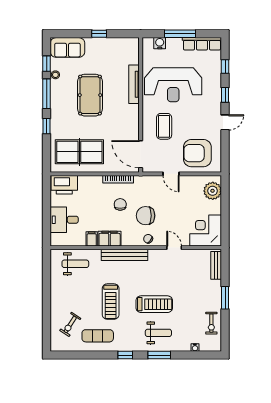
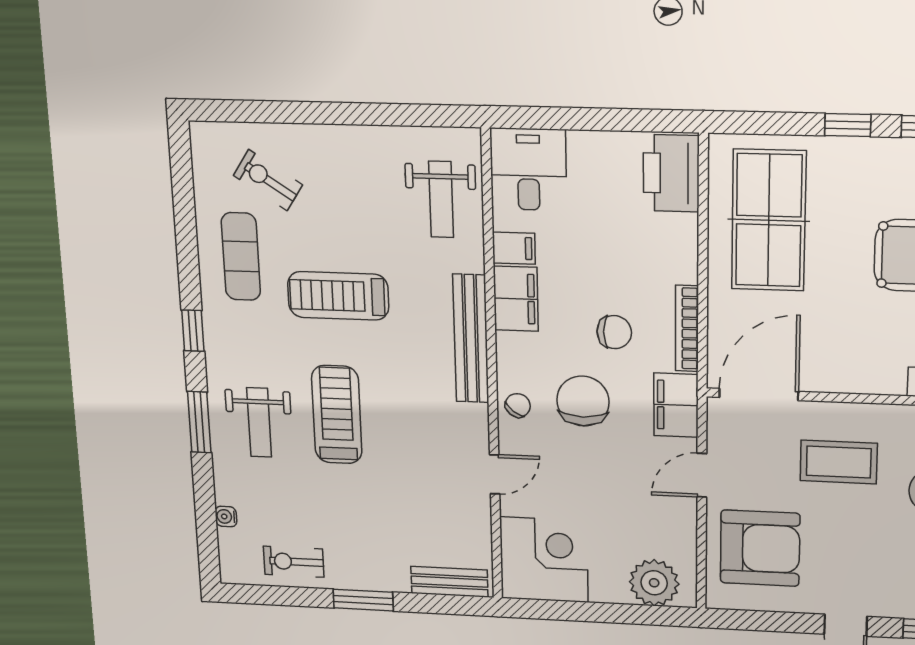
armchair: (197, 153) -> (760, 548), turned 90
filing cabinet: (146, 183) -> (676, 405), added
desk: (64, 220) -> (528, 169), moved
treadmill: (154, 304) -> (337, 415), turned 180

